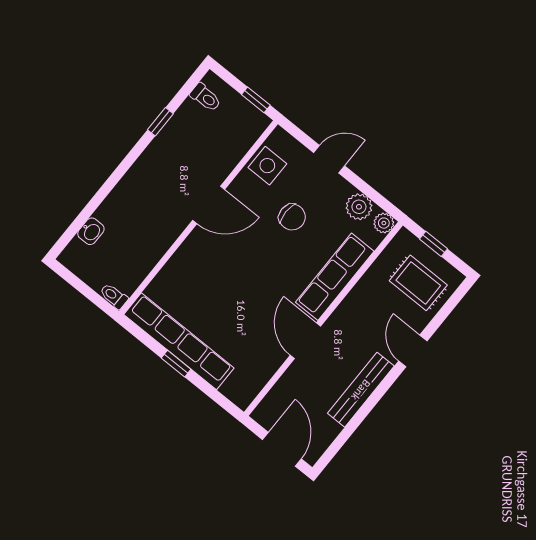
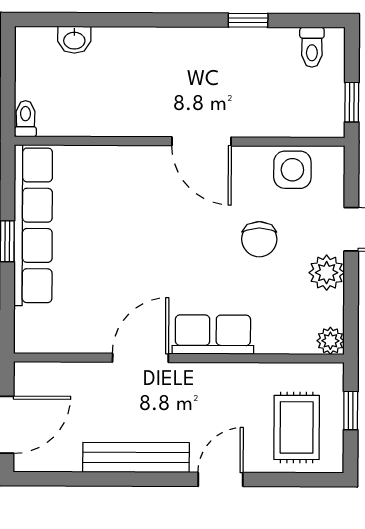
plant: (359, 207) -> (327, 273), moved
row of seats: (335, 277) -> (213, 335), width x0.68

